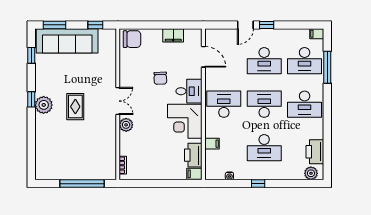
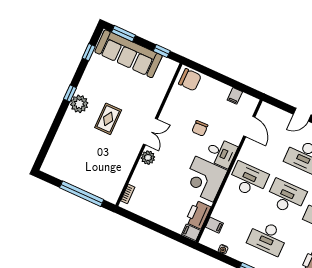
filing cabinet: (173, 35) -> (235, 96), width x0.50
filing cabinet: (212, 144) -> (214, 225), moved

